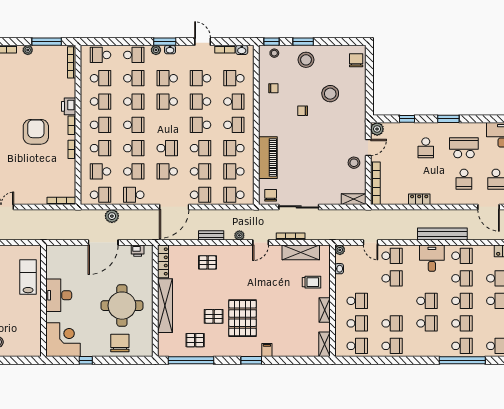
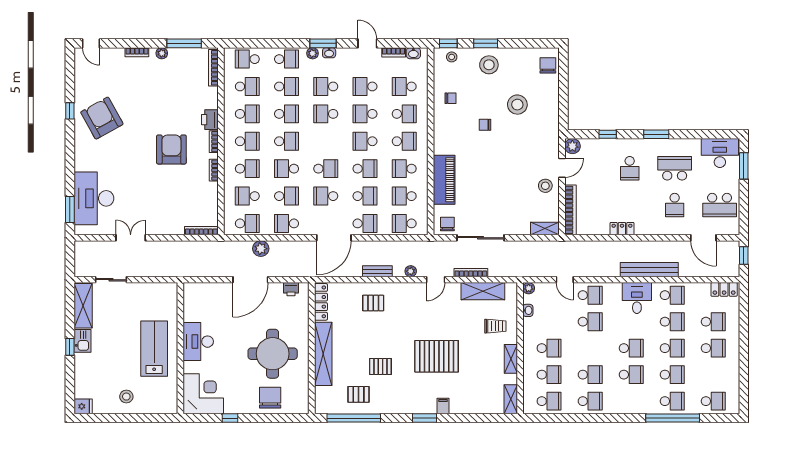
school desk: (134, 148) -> (287, 169), turned 180
lab bench: (28, 277) -> (154, 349), moved, width x1.36, depth x1.39
pallet: (243, 318) -> (437, 356), moved, turned 90

